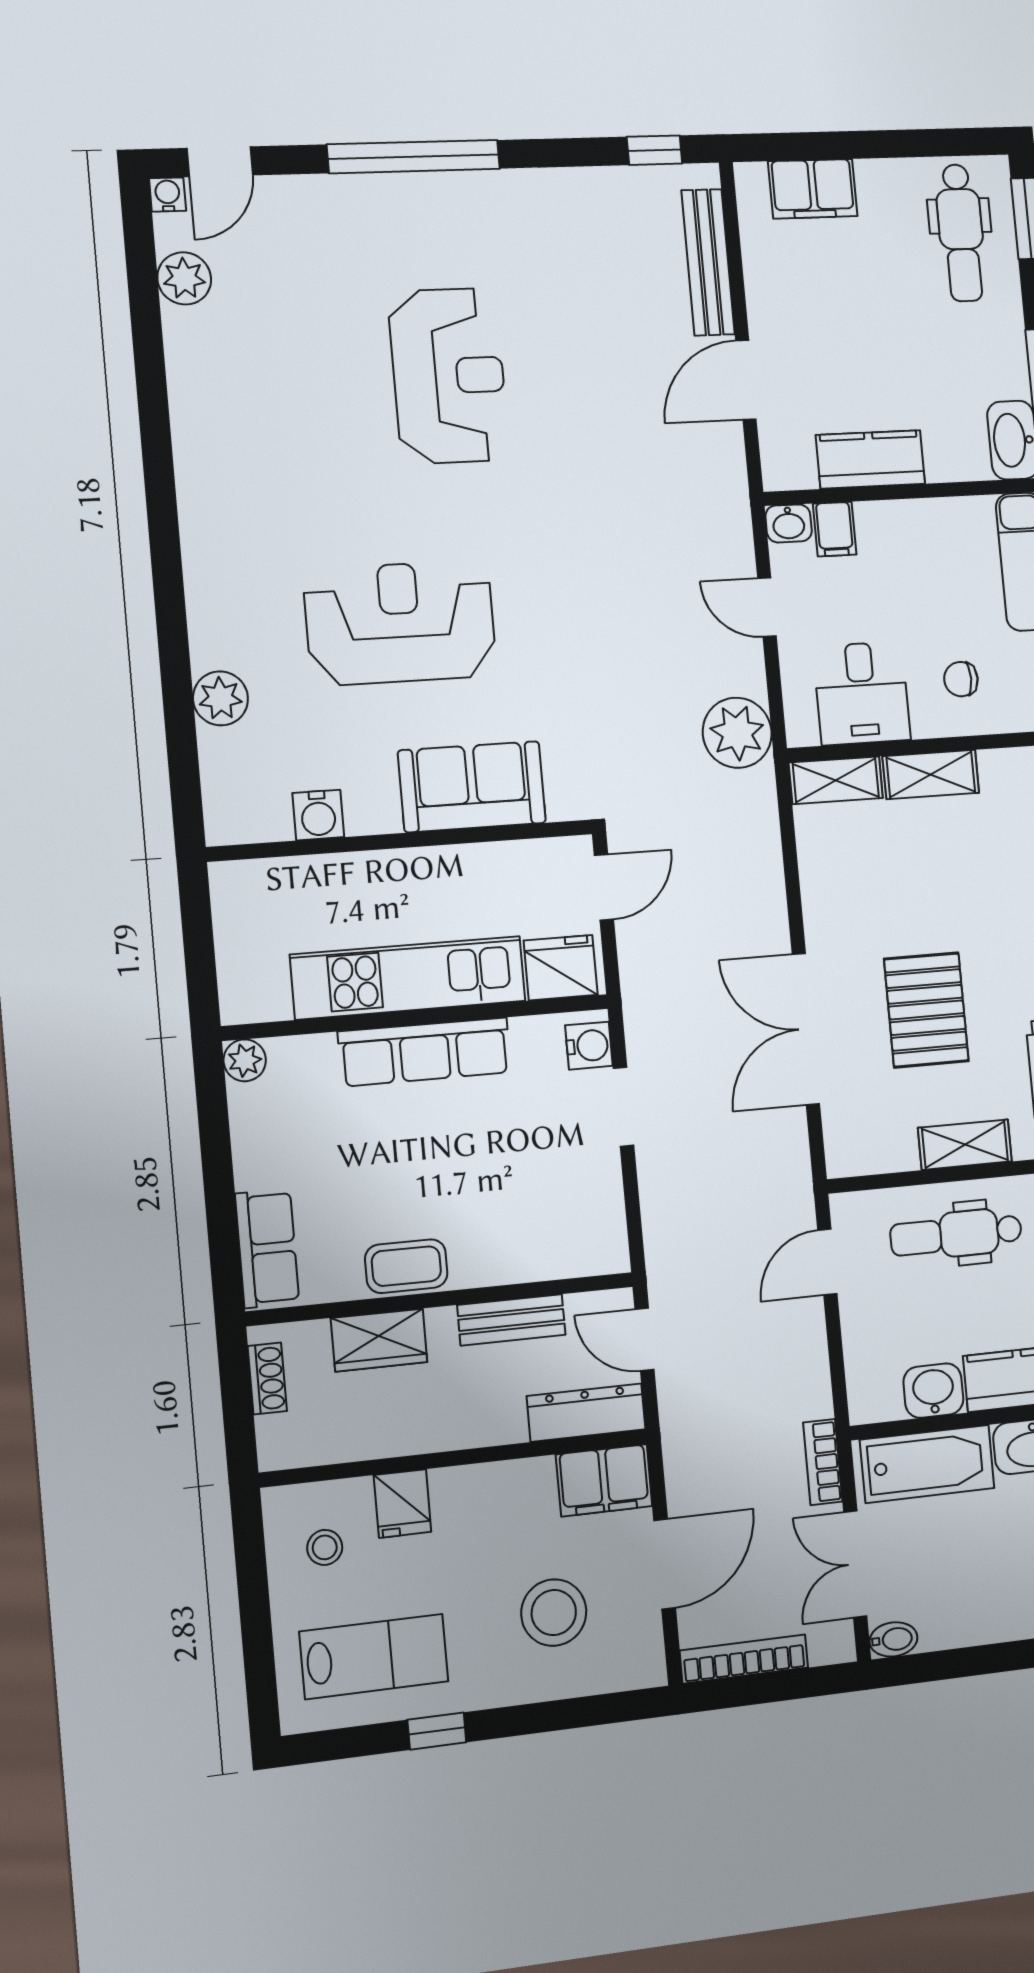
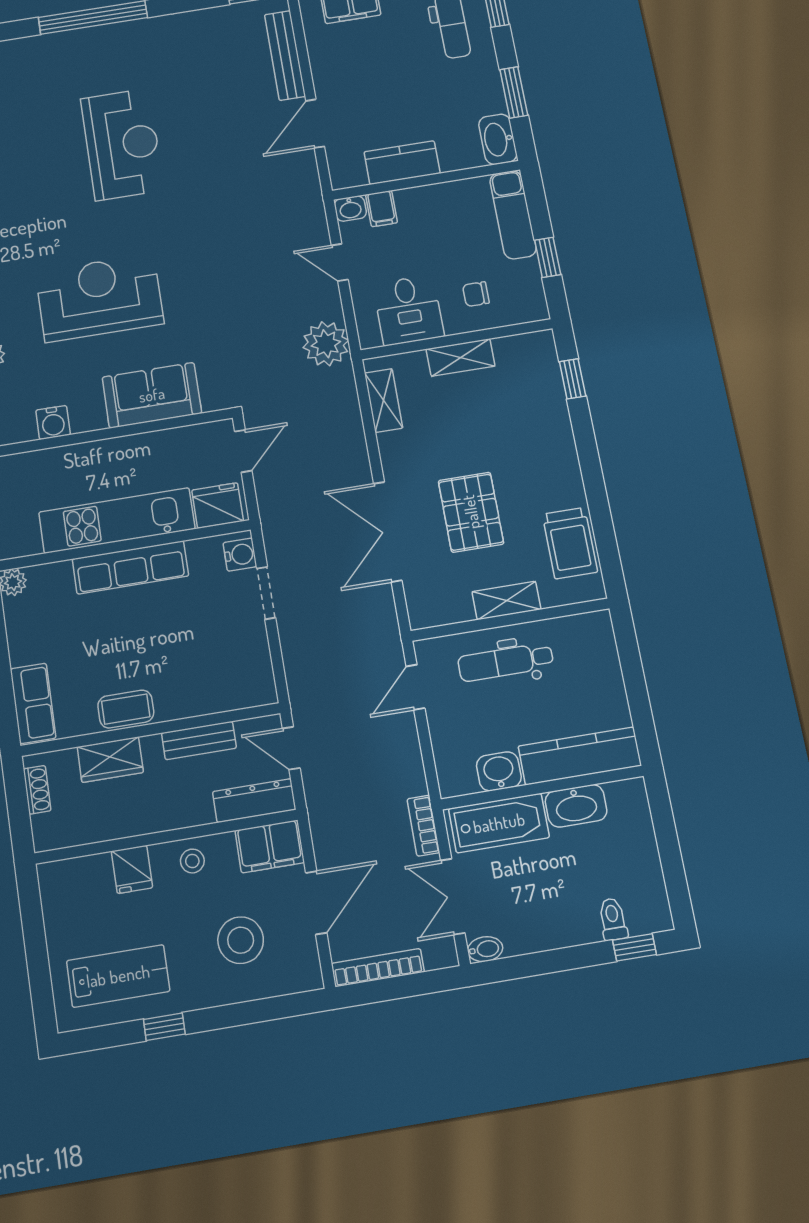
shelving: (836, 780) -> (384, 400), moved, turned 90
stool: (325, 1547) -> (192, 861), moved

